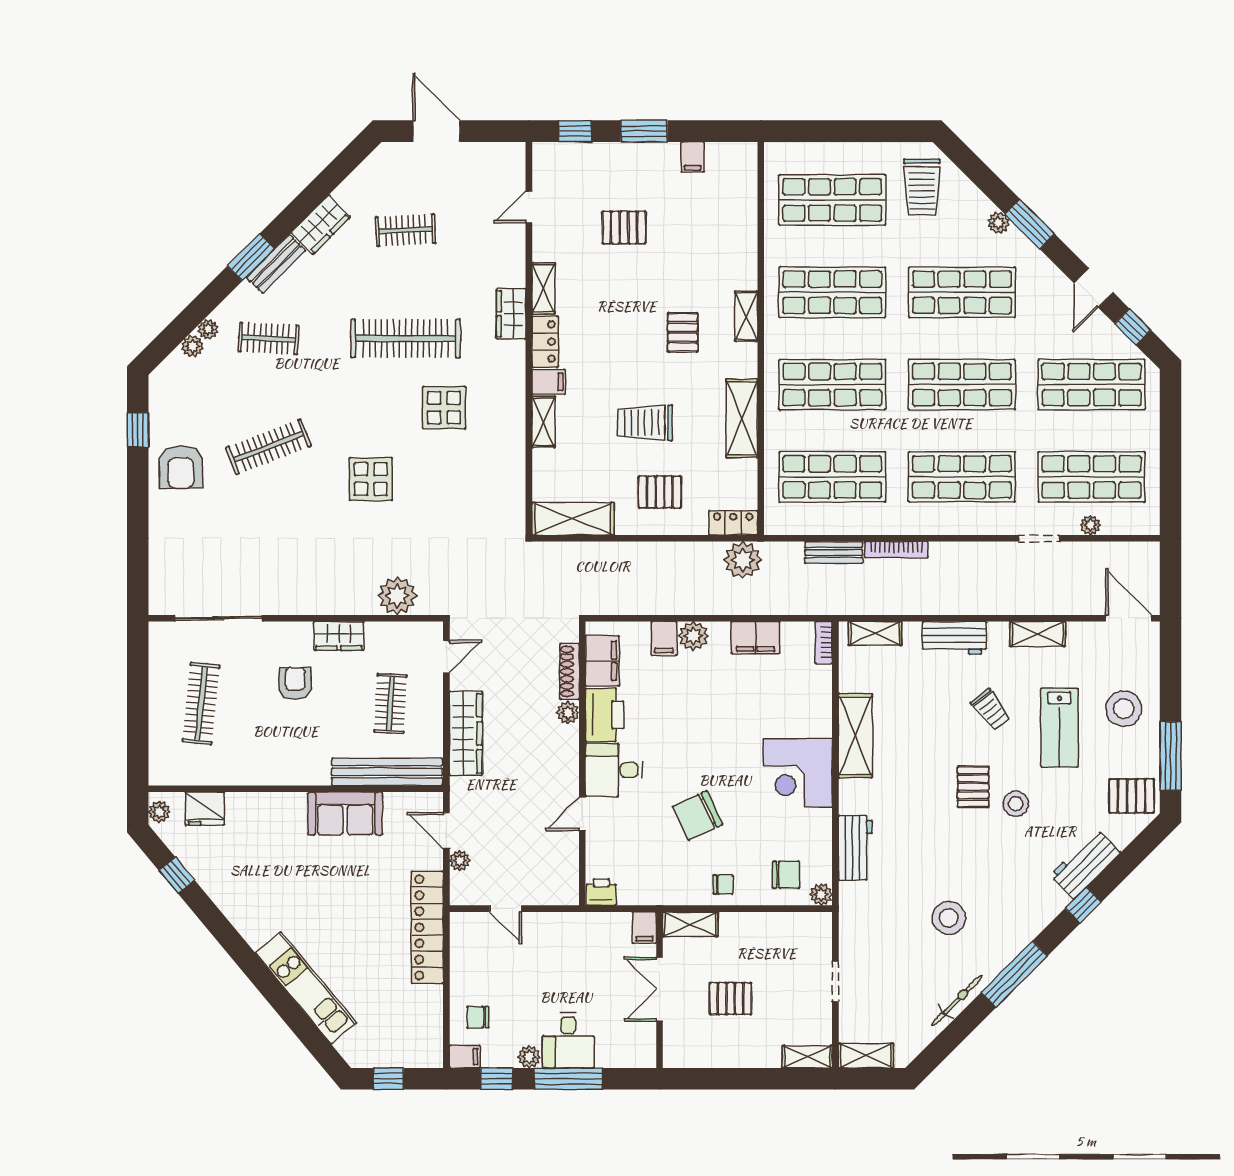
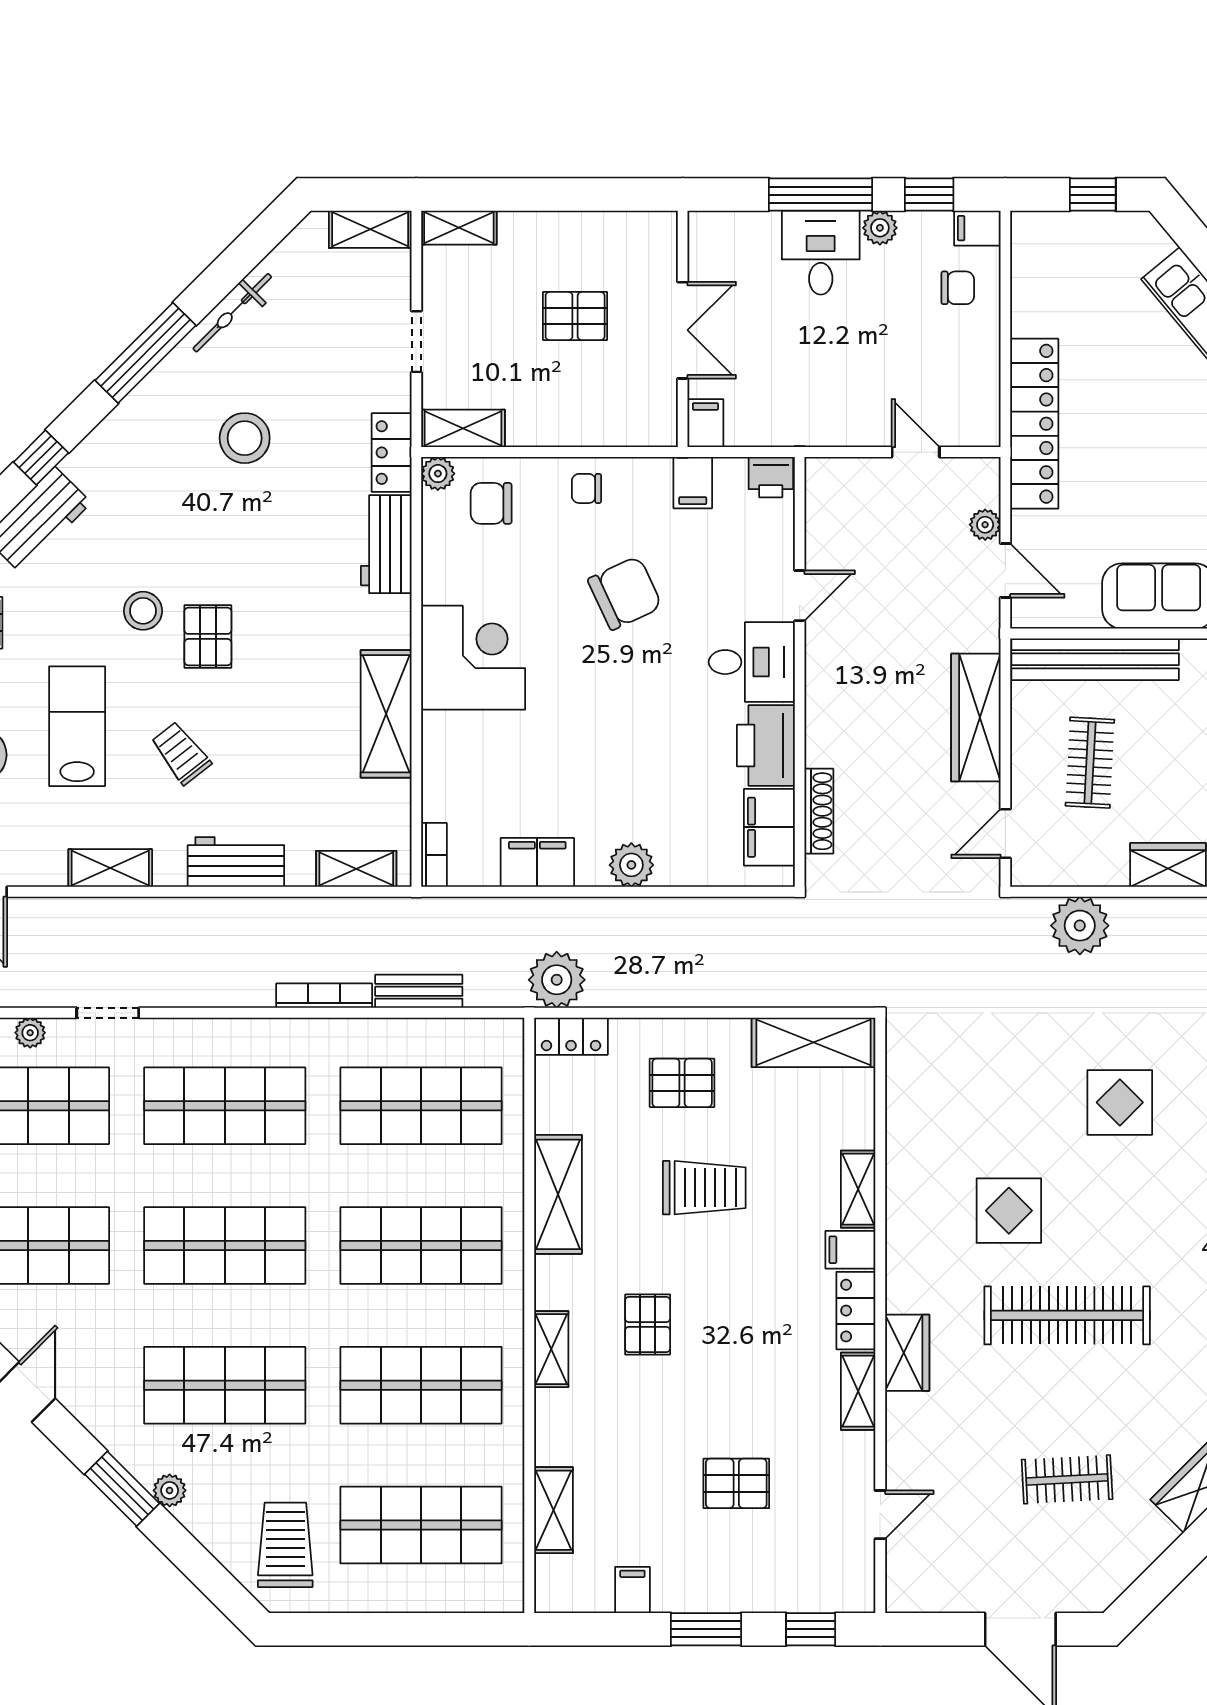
shelving: (745, 210) -> (554, 1510), added
filing cabinet: (664, 638) -> (693, 483), moved, turned 180
plant: (568, 713) -> (821, 749), removed
locker: (852, 908) -> (392, 453), added
shelving: (690, 924) -> (463, 428), moved

